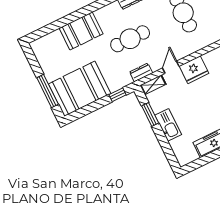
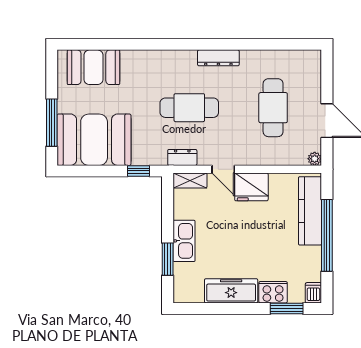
booth: (81, 31) -> (93, 67), moved
door: (171, 67) -> (223, 169), swing flipped
window: (150, 114) -> (168, 259), moved

